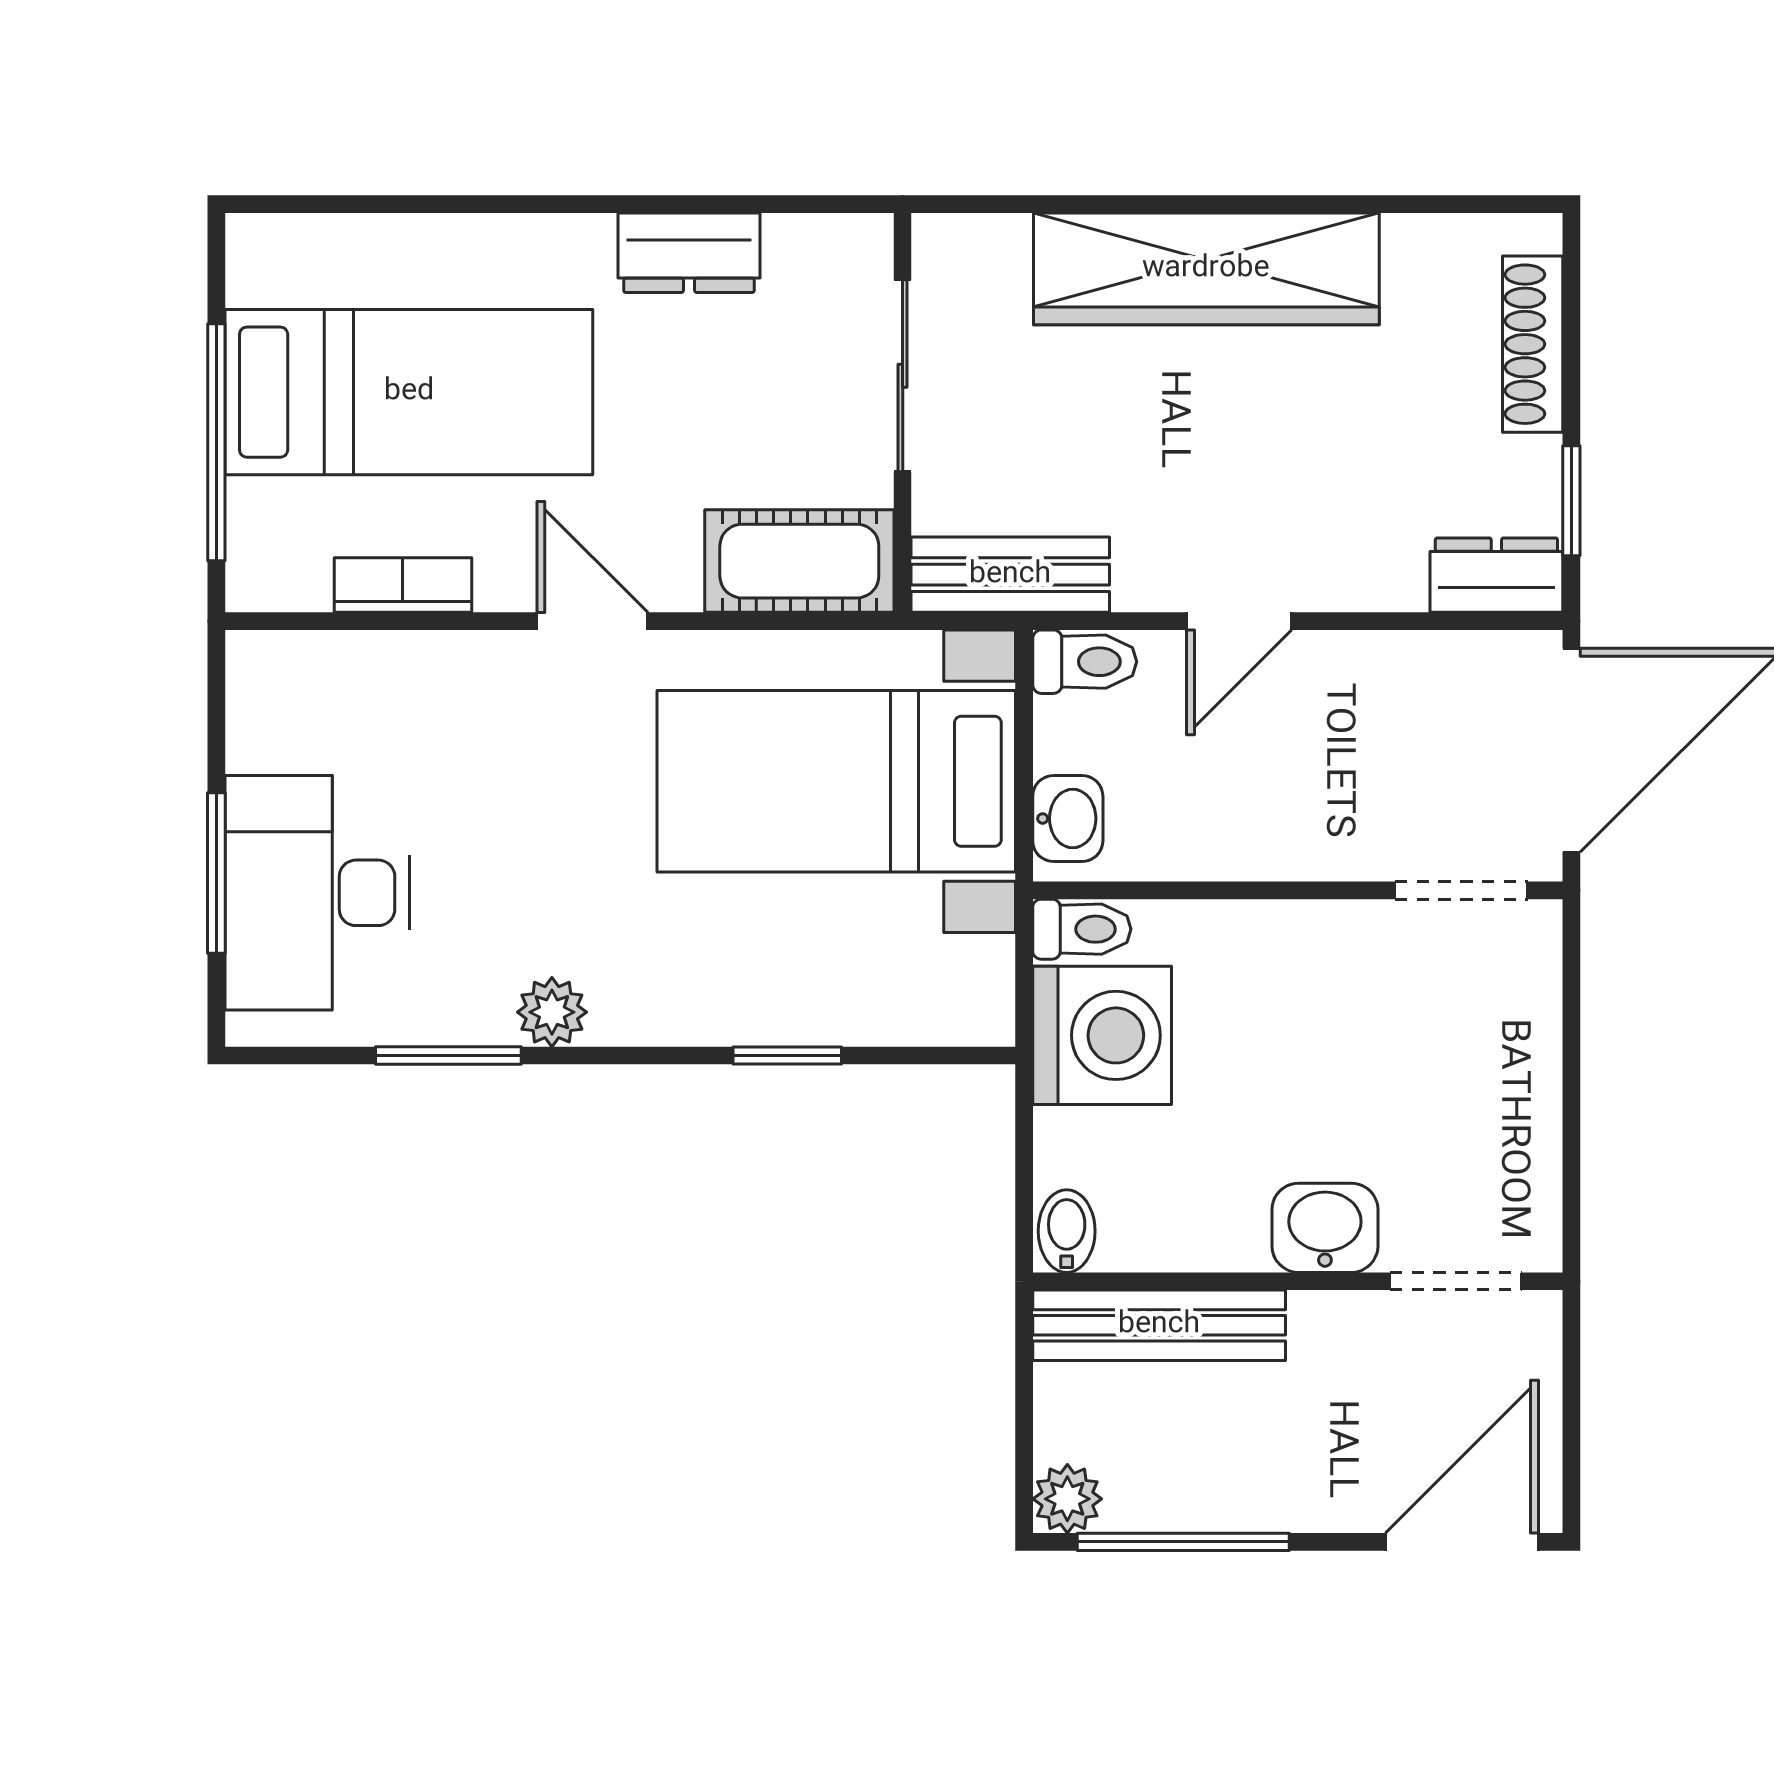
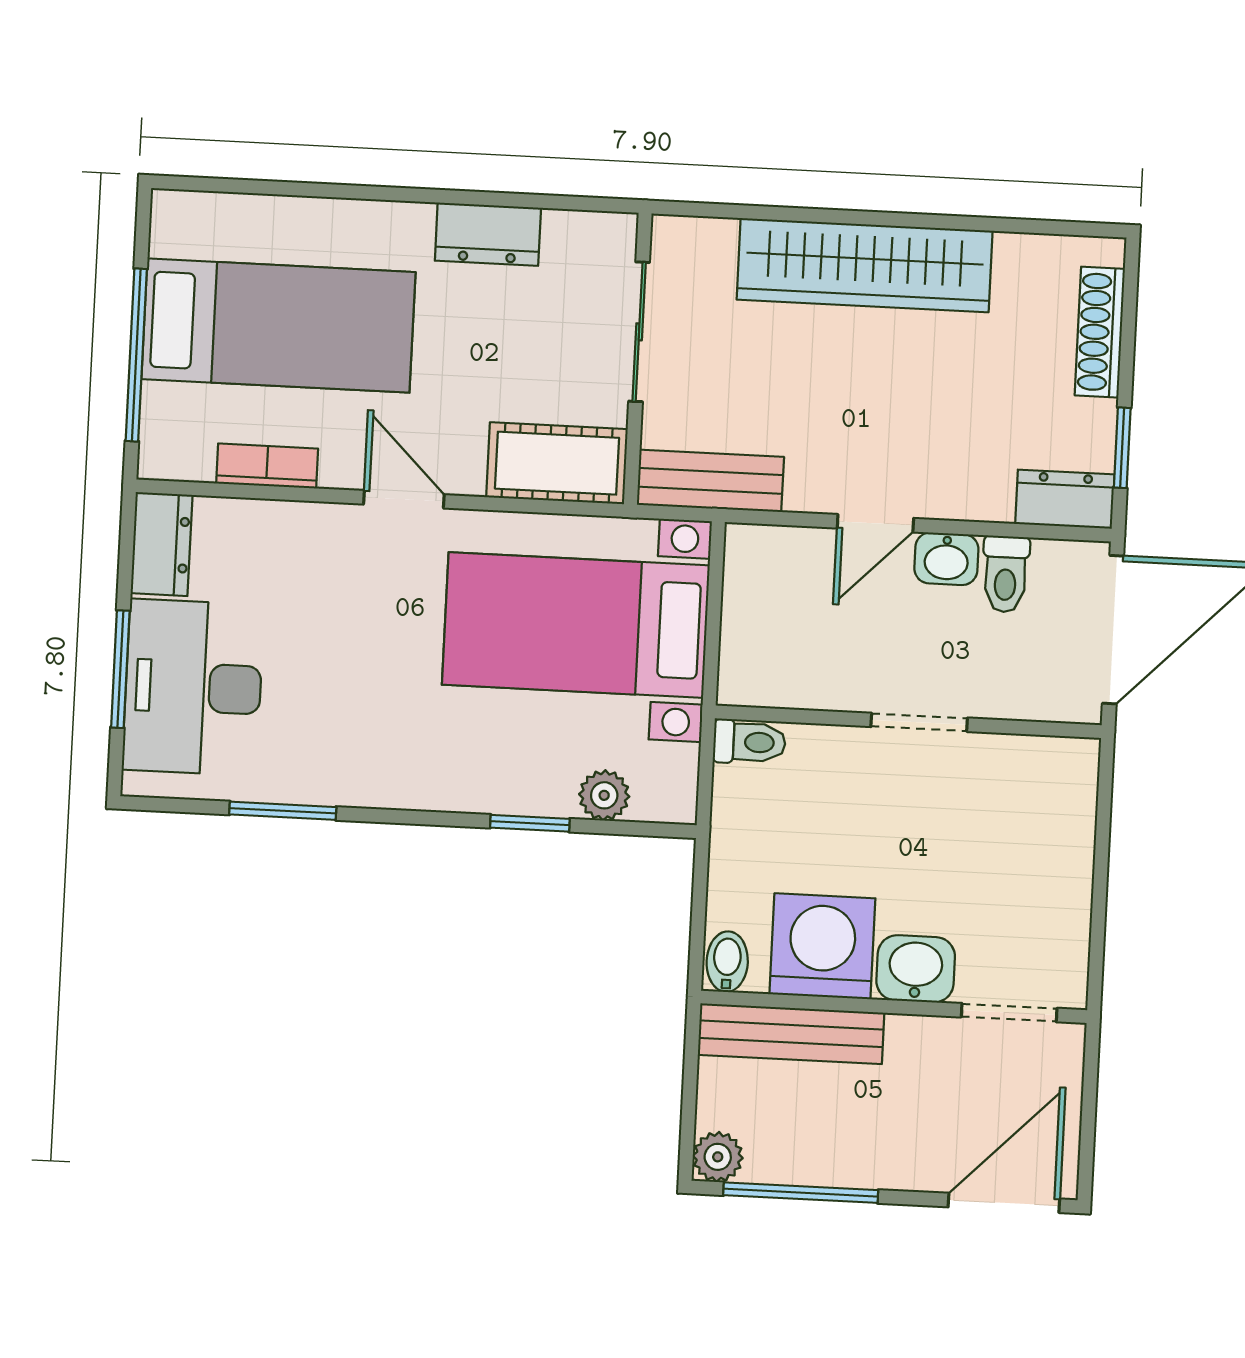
toilet: (1085, 662) -> (1006, 574), moved, turned 90
dresser: (264, 699) -> (162, 544), added
washbasin: (1068, 819) -> (946, 559), moved, turned 90
doorway: (1461, 890) -> (919, 722), moved
plant: (552, 1012) -> (604, 795), moved
washing machine: (1102, 1035) -> (822, 946), moved, turned -90

